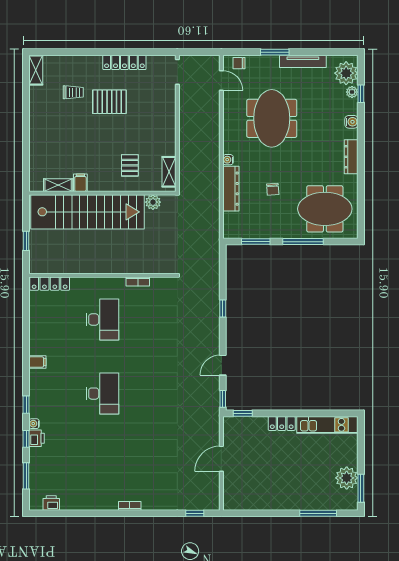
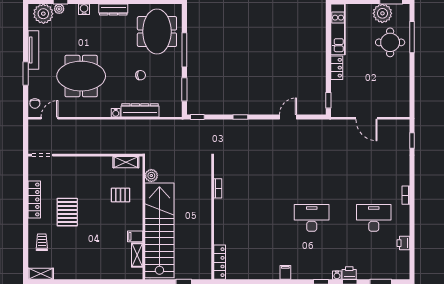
trolley: (73, 92) -> (42, 242), moved
desk: (102, 320) -> (374, 218), moved
door: (223, 365) -> (288, 117), swing flipped
window: (223, 399) -> (197, 117), moved
round table: (312, 487) -> (390, 42), added
printer: (51, 503) -> (403, 243), moved

